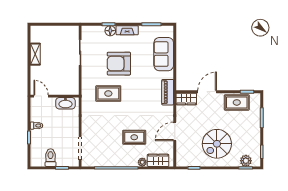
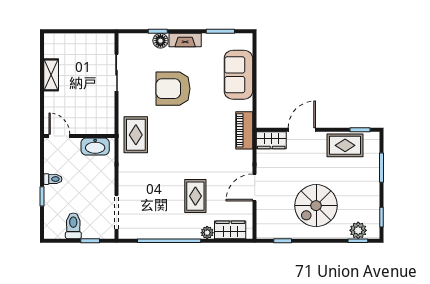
rug: (108, 94) -> (136, 135), moved, turned 90
rug: (134, 137) -> (195, 196), turned 90

